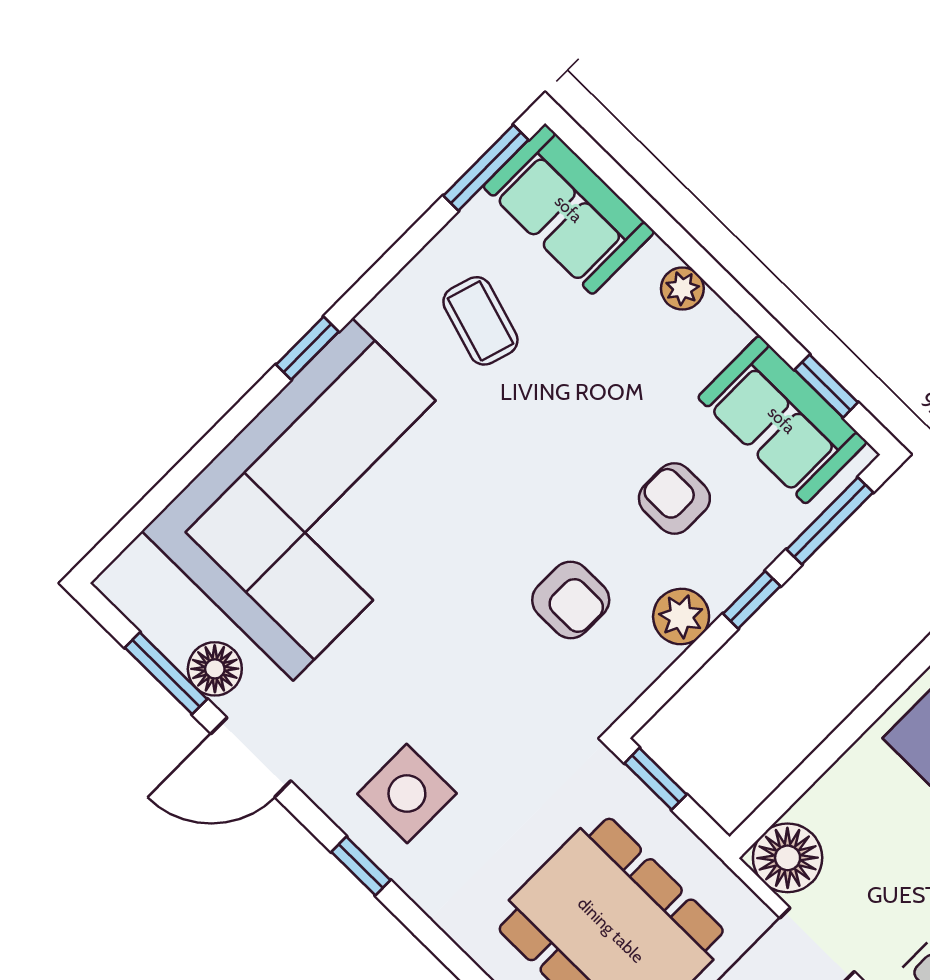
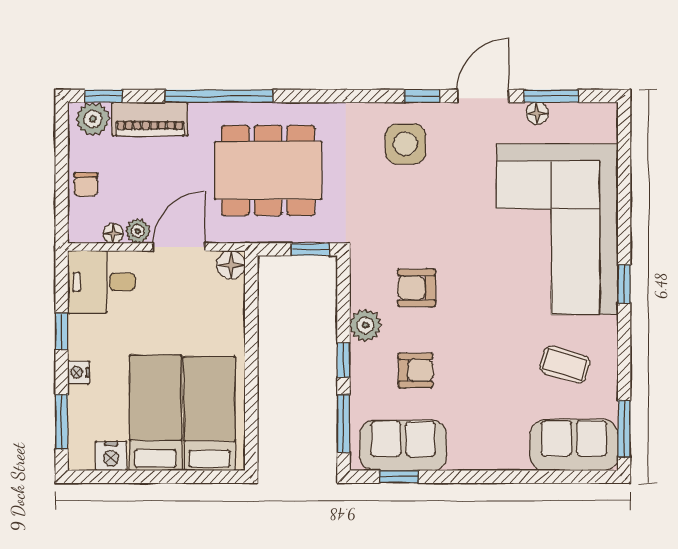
plant: (682, 288) -> (496, 459), removed
floor lamp: (215, 669) -> (537, 113), width x0.73, depth x0.73
floor lamp: (788, 858) -> (231, 265), width x0.73, depth x0.73
window: (361, 866) -> (422, 96), moved

